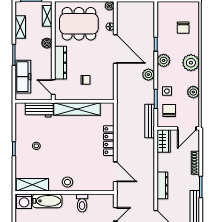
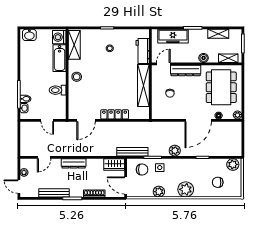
plant: (164, 60) -> (233, 164), moved

